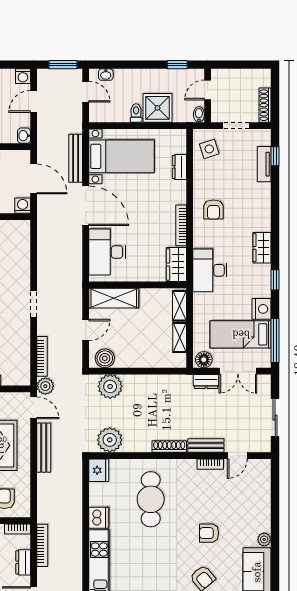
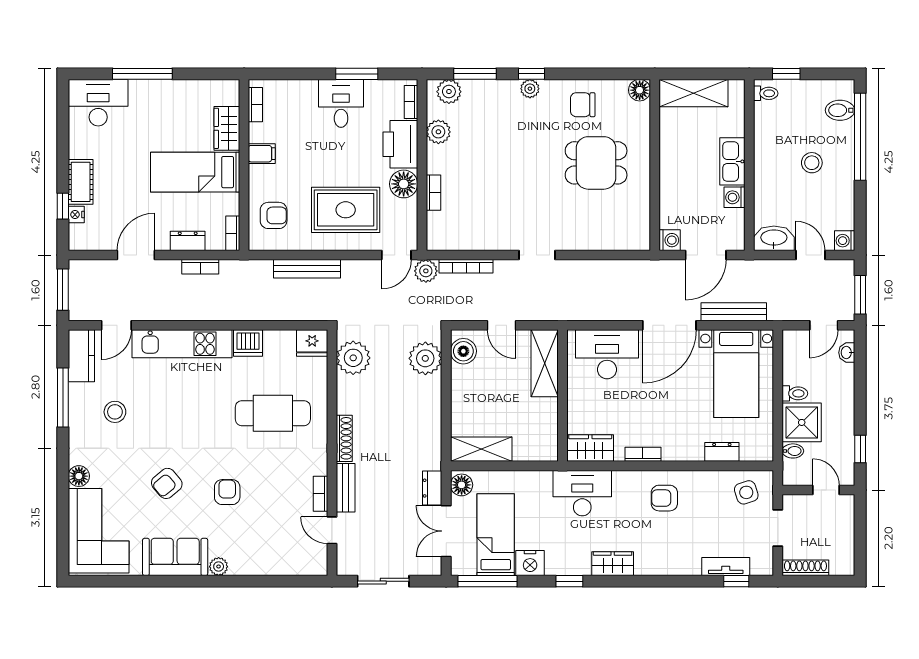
bidet: (199, 114) -> (793, 451), moved
washbasin: (24, 136) -> (774, 238), width x1.91, depth x1.45
bookcase: (181, 225) -> (643, 454), width x0.64
shelving: (179, 306) -> (534, 452), removed
shelving: (180, 338) -> (481, 449), width x1.50, depth x1.33
bench: (44, 448) -> (307, 269), moved
bookcase: (42, 545) -> (200, 267), width x0.64

